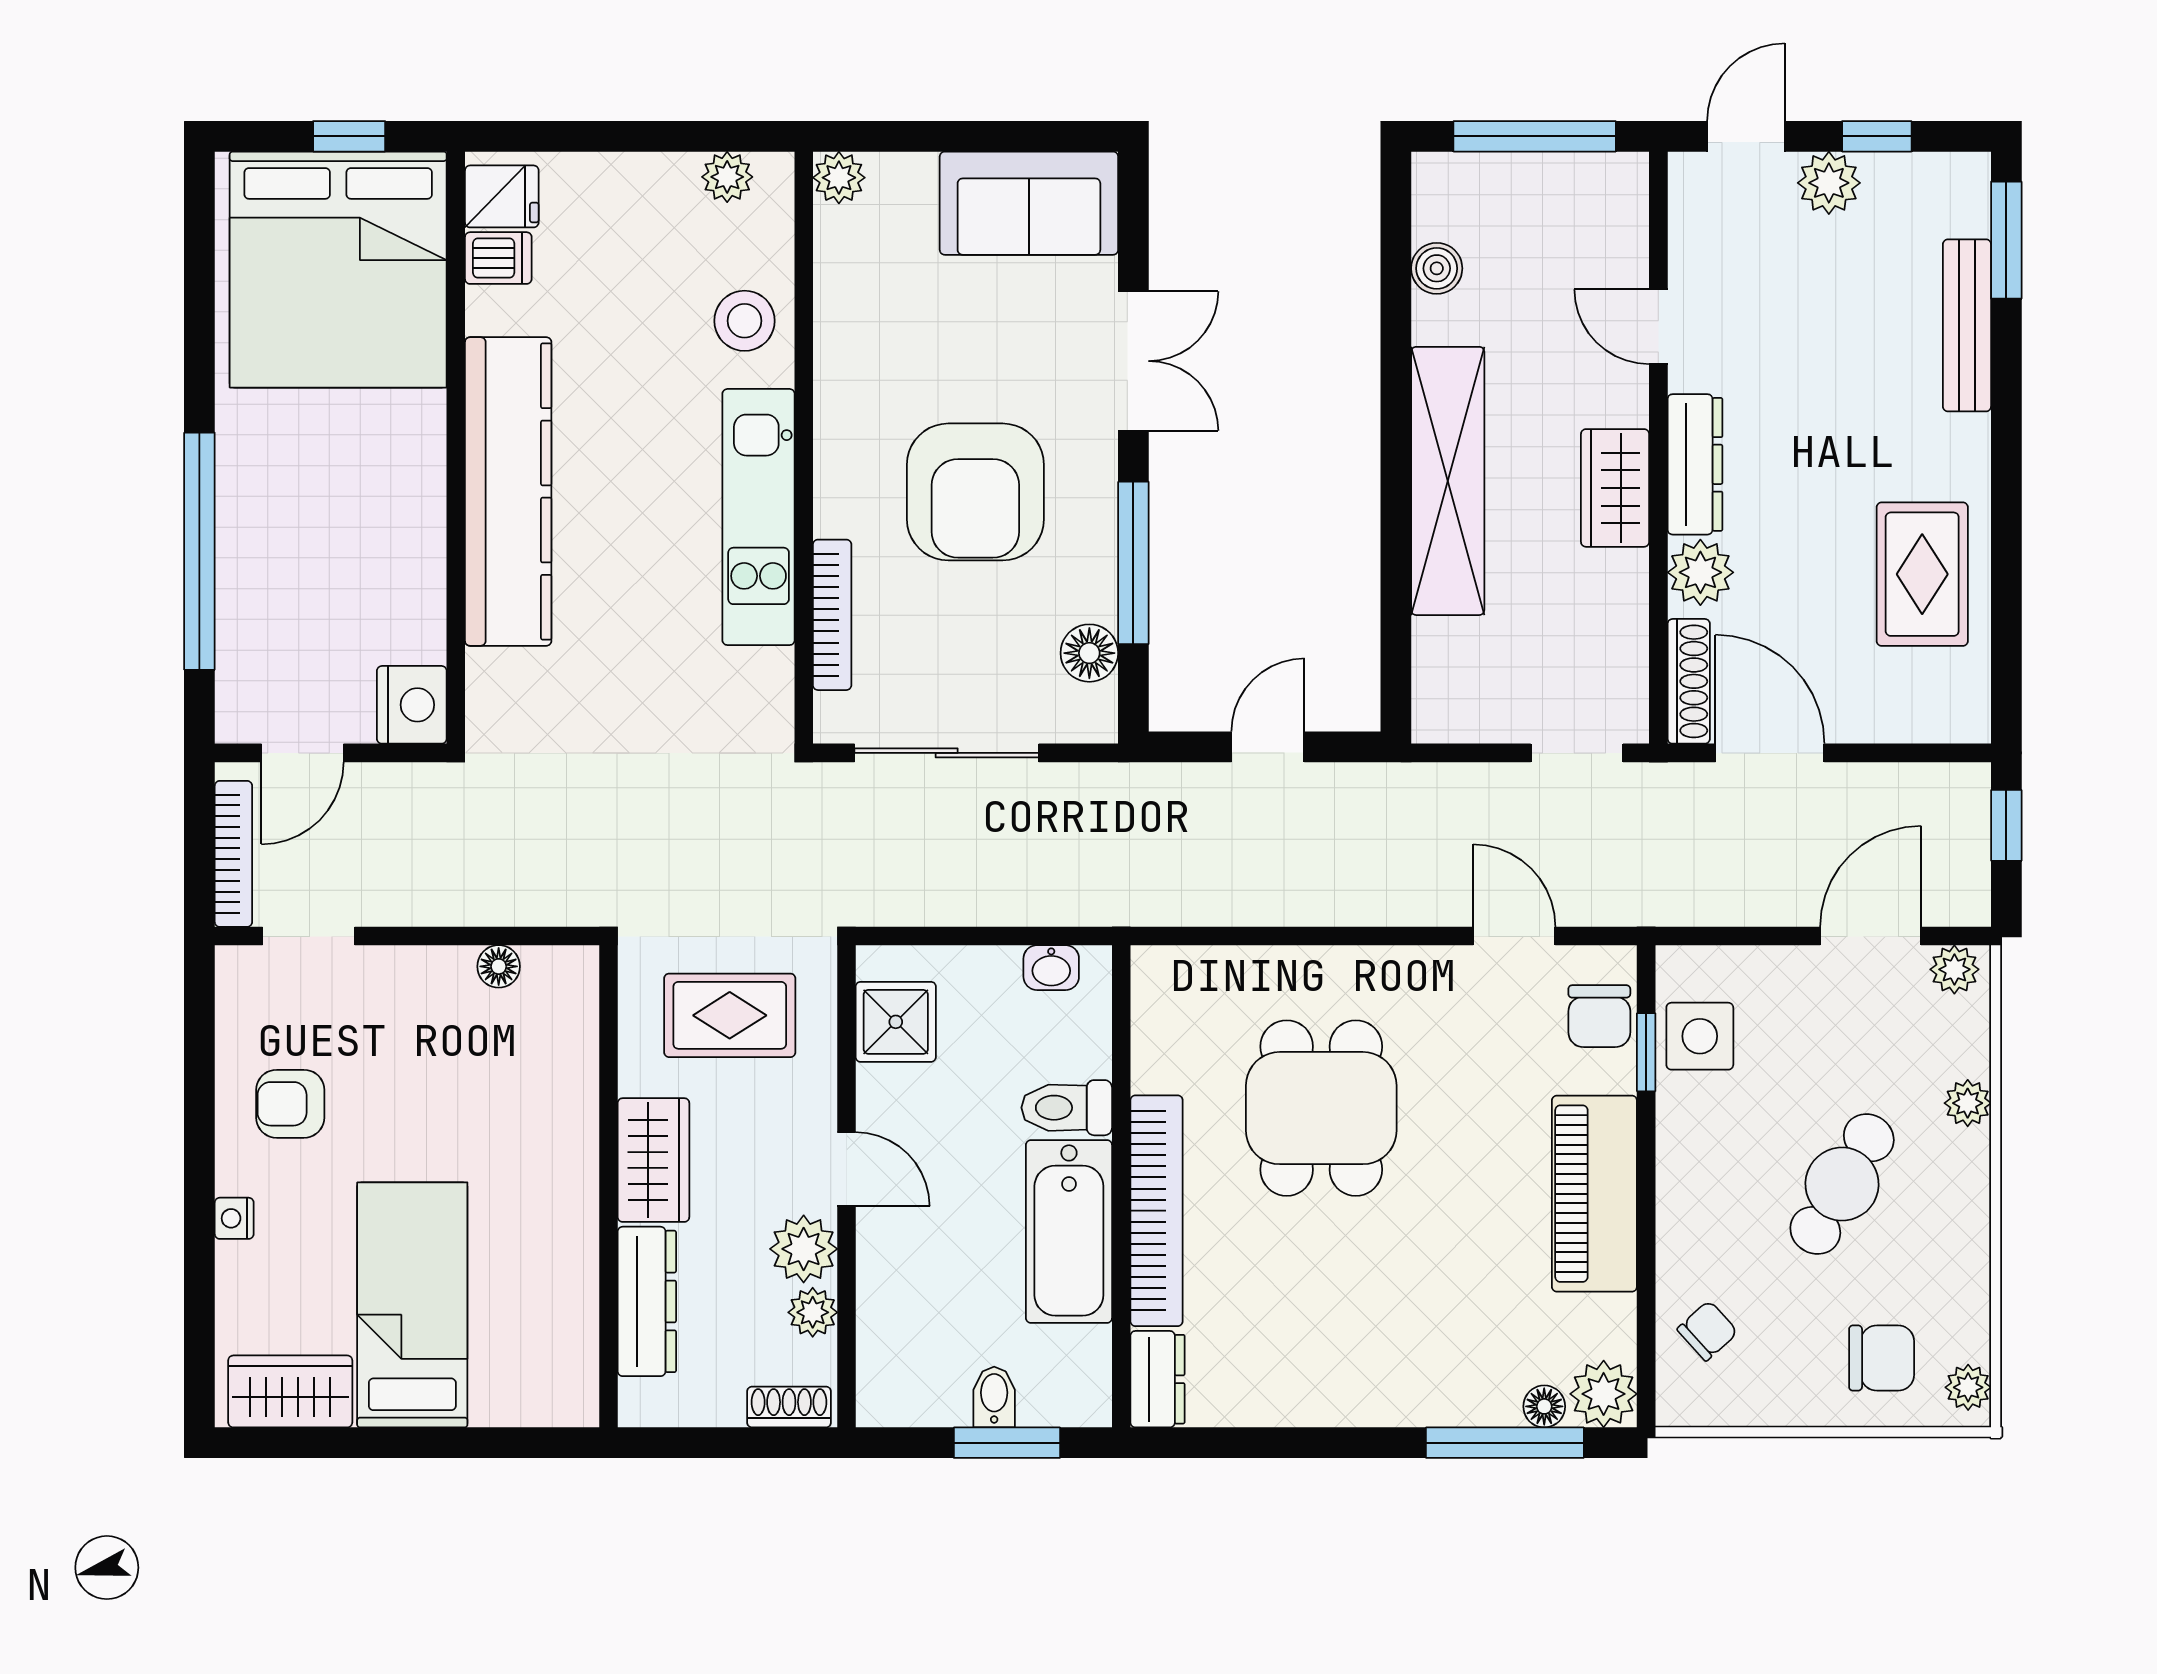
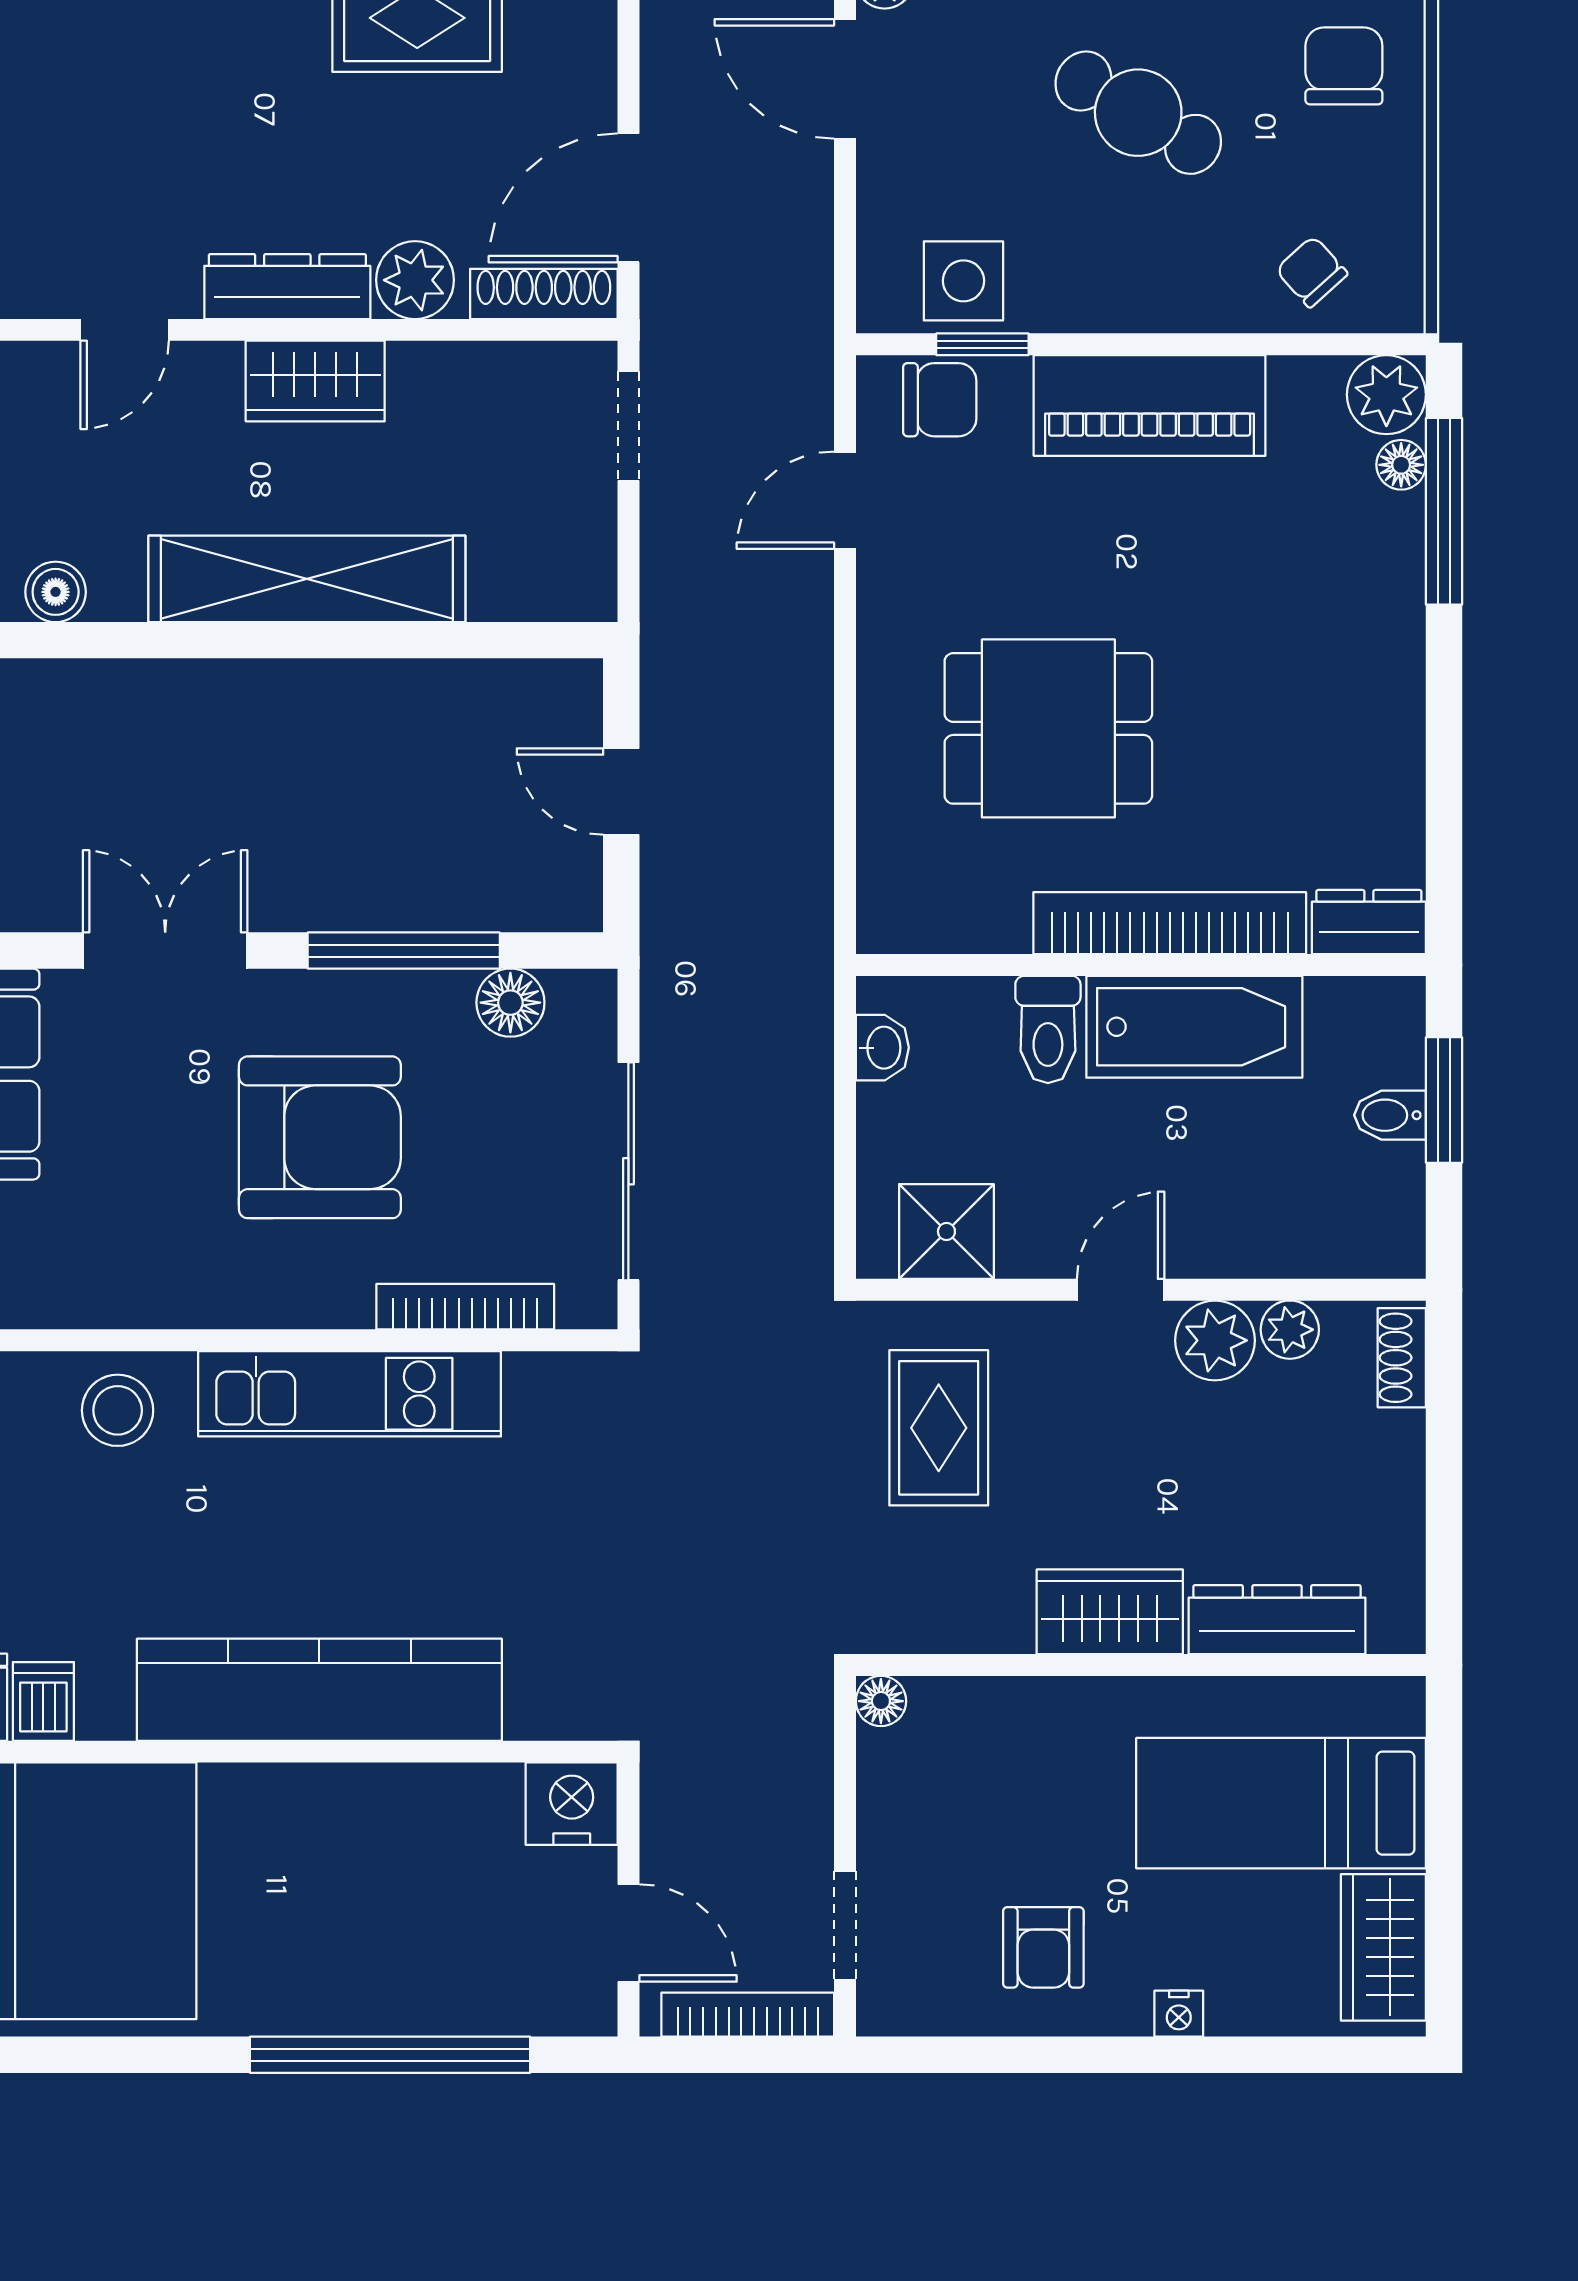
wardrobe: (653, 1160) -> (1110, 1612), moved
wall: (608, 1186) -> (1141, 1665), moved
dresser: (647, 1301) -> (1277, 1620), moved

